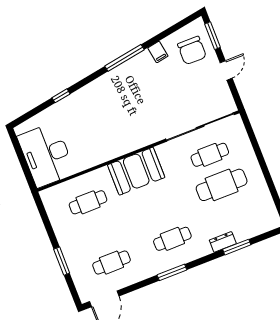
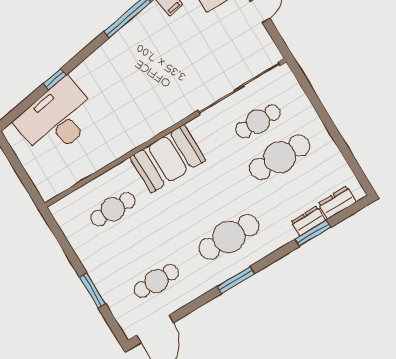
desk: (46, 155) -> (57, 119), moved, turned 80
dresser: (259, 227) -> (337, 203), added
cafe table: (172, 239) -> (229, 237), width x1.37, depth x1.35
dresser: (223, 242) -> (308, 221), moved

